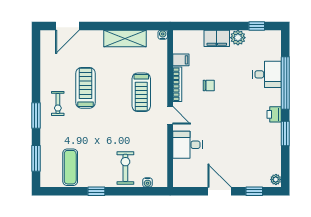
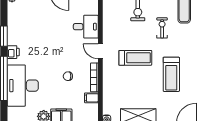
desk: (267, 74) -> (23, 86), width x1.87, depth x1.30
treadmill: (141, 92) -> (135, 58), moved, turned 90
exercise bike: (58, 103) -> (162, 28), moved

